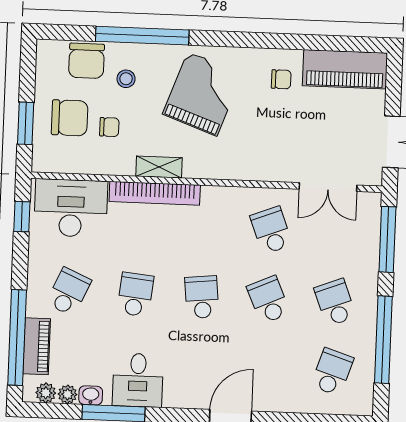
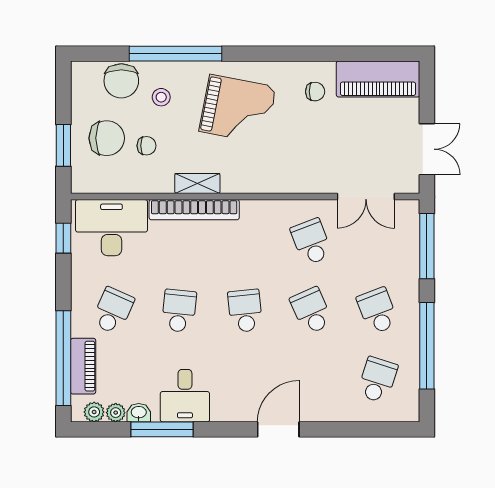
grand piano: (202, 94) -> (238, 109), turned 81

